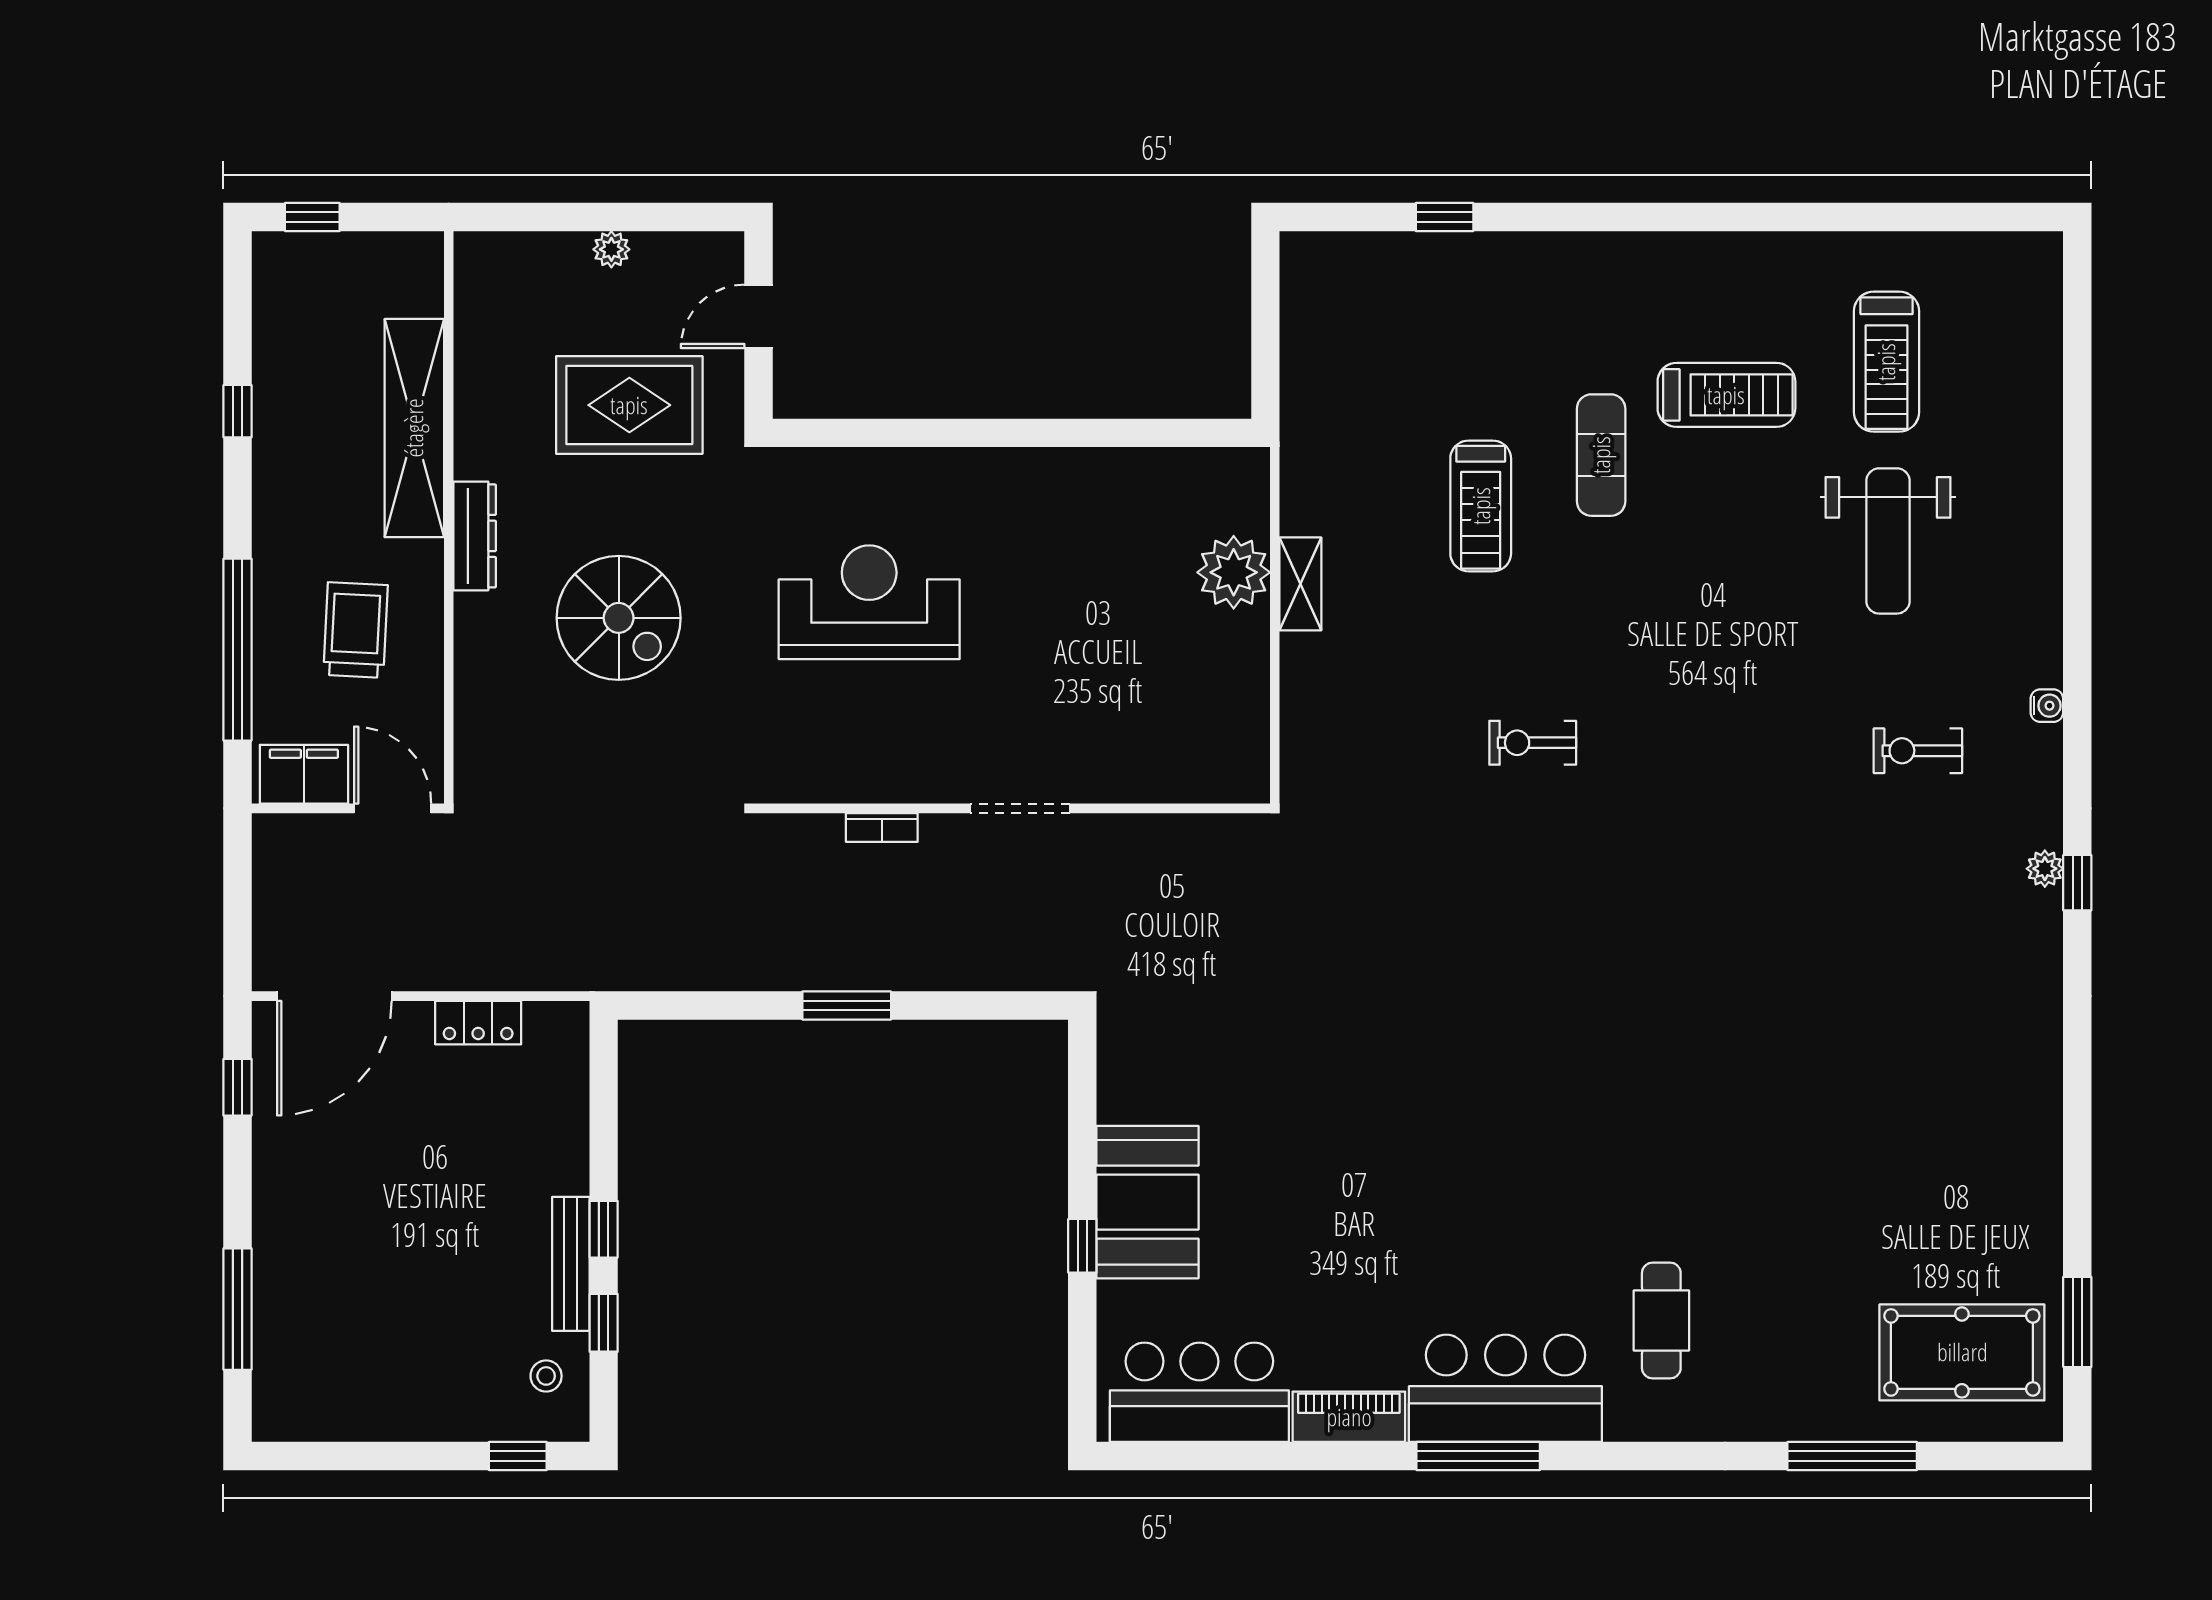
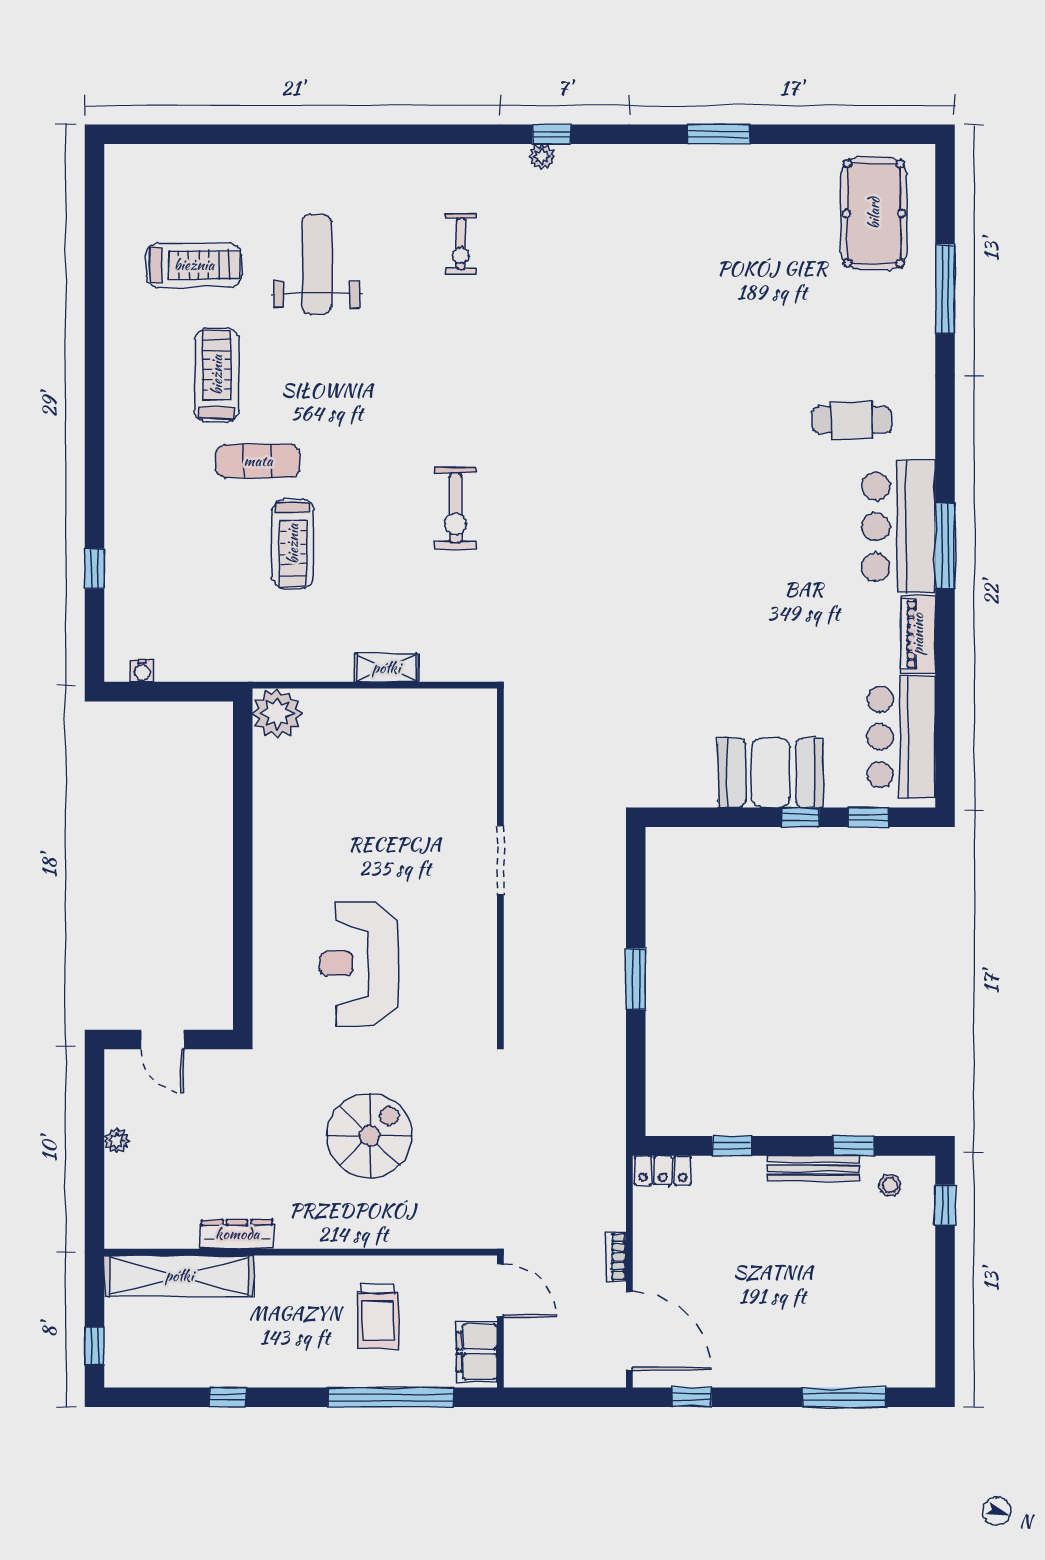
rug: (629, 405) -> (224, 1128), removed
shelving: (414, 428) -> (179, 1276), moved
treadmill: (1481, 506) -> (293, 544), turned 90
dresser: (475, 536) -> (237, 1234), moved
weight bench: (1888, 541) -> (317, 264), turned -90
plant: (1234, 572) -> (277, 713), moved
shelving: (1300, 584) -> (386, 668), moved
trolley: (356, 630) -> (378, 1316), turned -93
water cooler: (2047, 706) -> (142, 671), moved, turned 180
exercise bike: (1533, 743) -> (455, 508), width x1.38, depth x1.39
door: (393, 808) -> (500, 1291), swing flipped
bookcase: (882, 827) -> (616, 1257), moved, turned 180
locker: (478, 1023) -> (663, 1170), moved, turned 90
window: (604, 1229) -> (732, 1146), moved
window: (2077, 1322) -> (719, 134), moved
window: (1082, 1345) -> (868, 817), added

